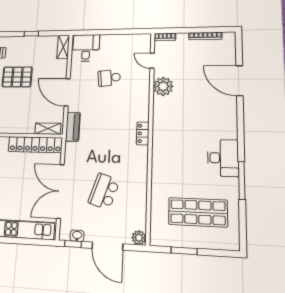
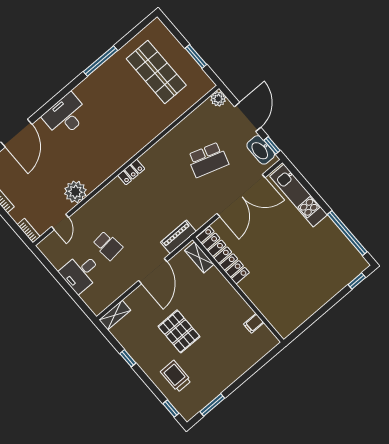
desk: (86, 48) -> (81, 273), moved
desk: (223, 158) -> (66, 115), moved
washbasin: (77, 236) -> (261, 150), width x1.91, depth x1.45

